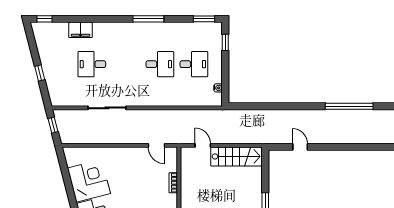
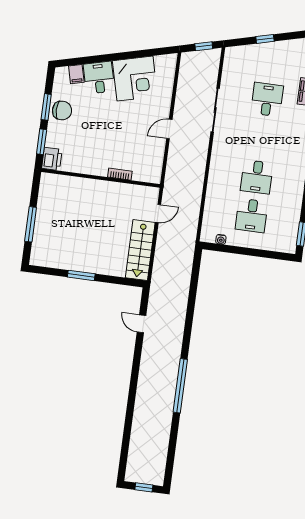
window: (225, 42) -> (272, 255), removed
door: (156, 145) -> (169, 129), moved
door: (300, 147) -> (141, 324), swing flipped

